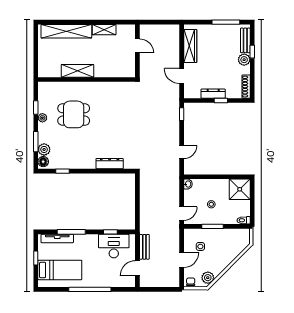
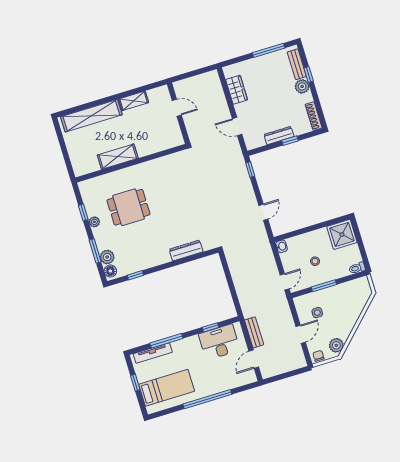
wardrobe: (190, 46) -> (237, 90), width x0.67

